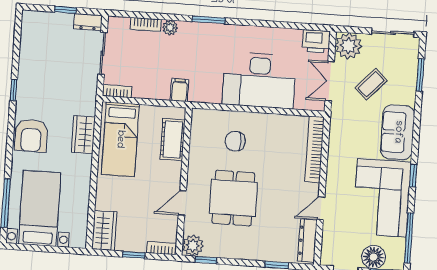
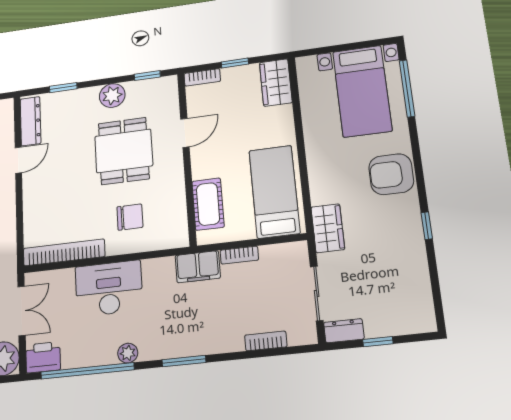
window: (283, 25) -> (87, 371), added
plant: (170, 28) -> (128, 353), moved
desk: (259, 80) -> (109, 288), width x0.73, depth x0.77
filing cabinet: (179, 90) -> (198, 267), width x2.00
bookcase: (117, 91) -> (239, 255), moved
wardrobe: (83, 135) -> (328, 228), moved
armchair: (31, 136) -> (391, 174), turned -90
bookcase: (315, 149) -> (64, 252), moved, turned -90
plant: (193, 245) -> (112, 96), moved

